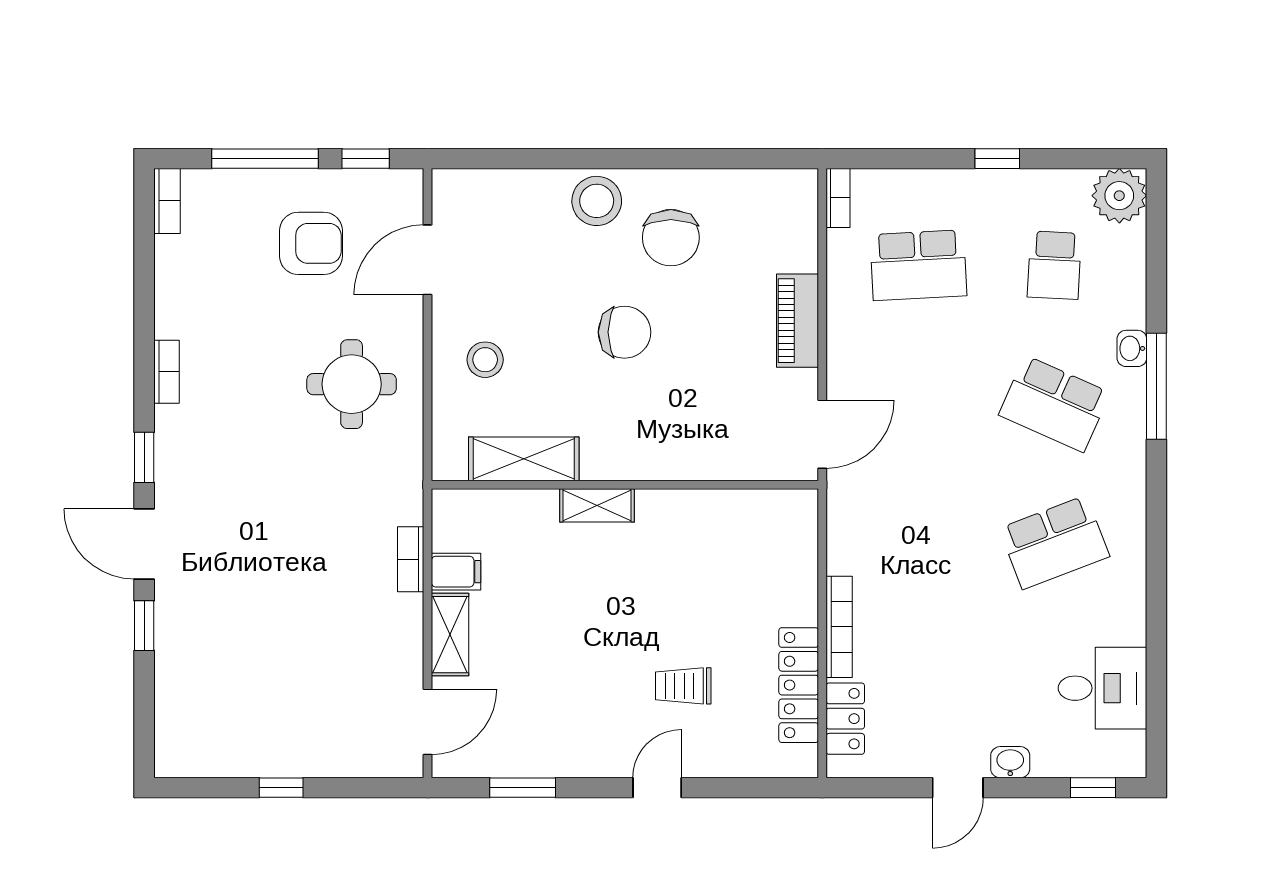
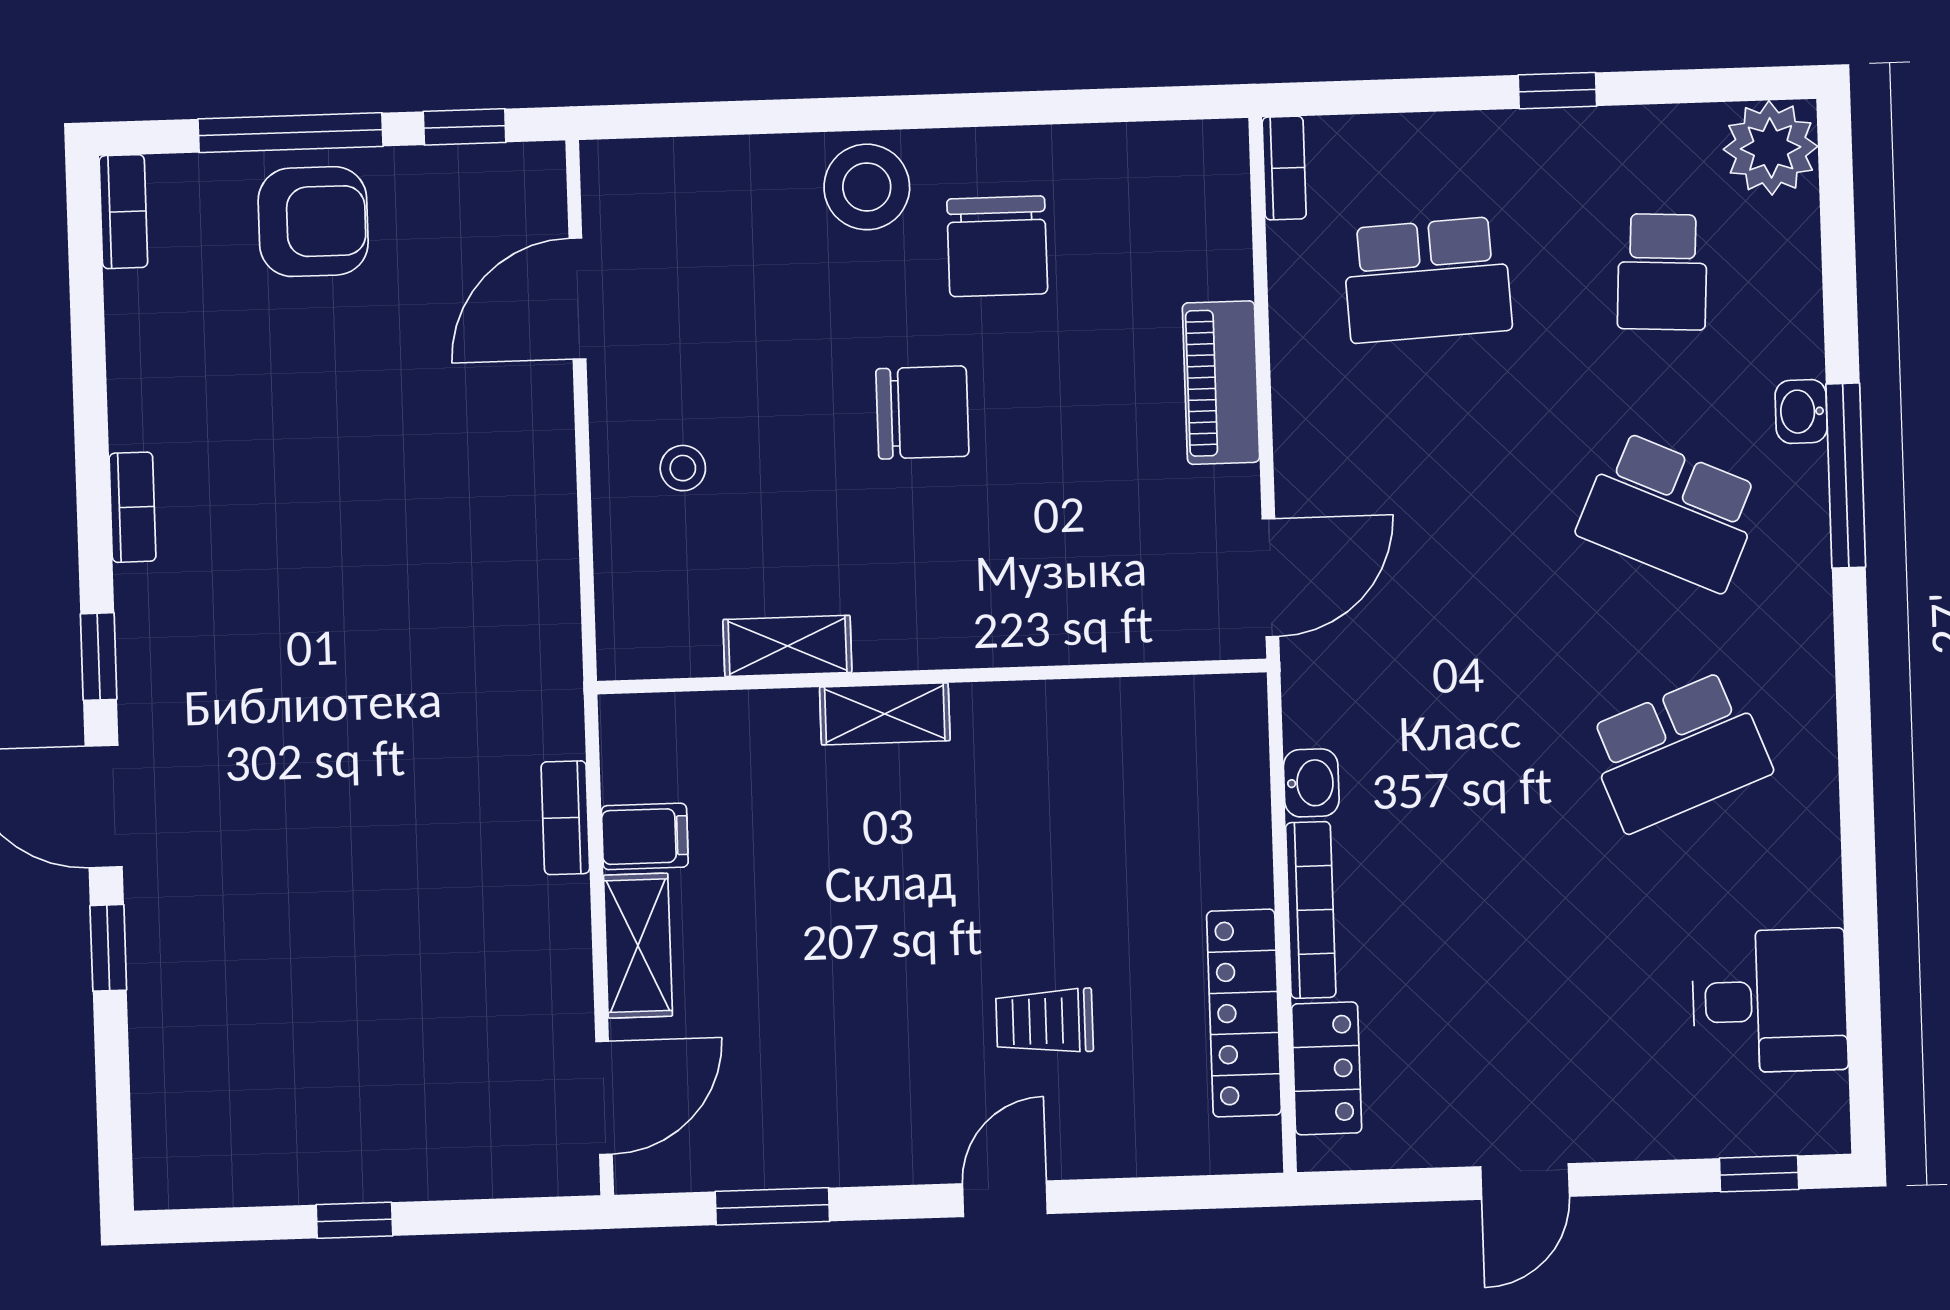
armchair: (311, 243) -> (313, 222), moved
stool: (485, 360) -> (683, 468), width x0.73, depth x0.73
round table: (352, 384) -> (453, 518), removed
shelving: (524, 459) -> (787, 646), width x0.67, depth x0.75
washbasin: (1010, 762) -> (1311, 783), moved, turned 90

